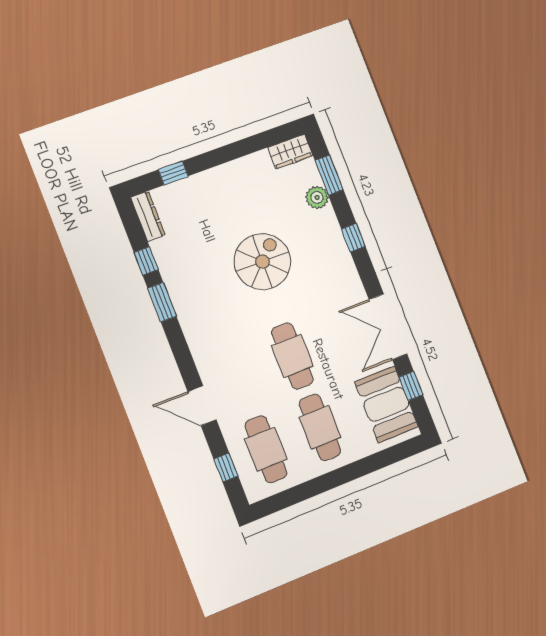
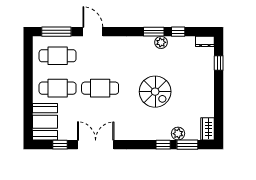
dresser: (148, 216) -> (205, 41), width x0.70
window: (353, 238) -> (163, 145), moved
plant: (176, 283) -> (161, 42), added
booth: (386, 404) -> (45, 122), moved, turned 90
door: (202, 406) -> (93, 32), hinge flipped
window: (226, 467) -> (56, 32), width x2.17

